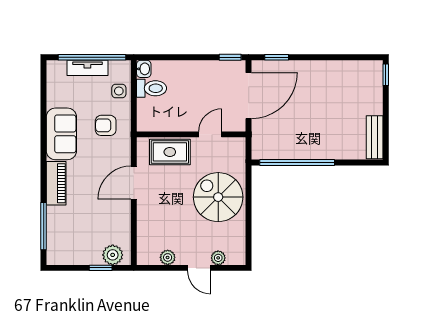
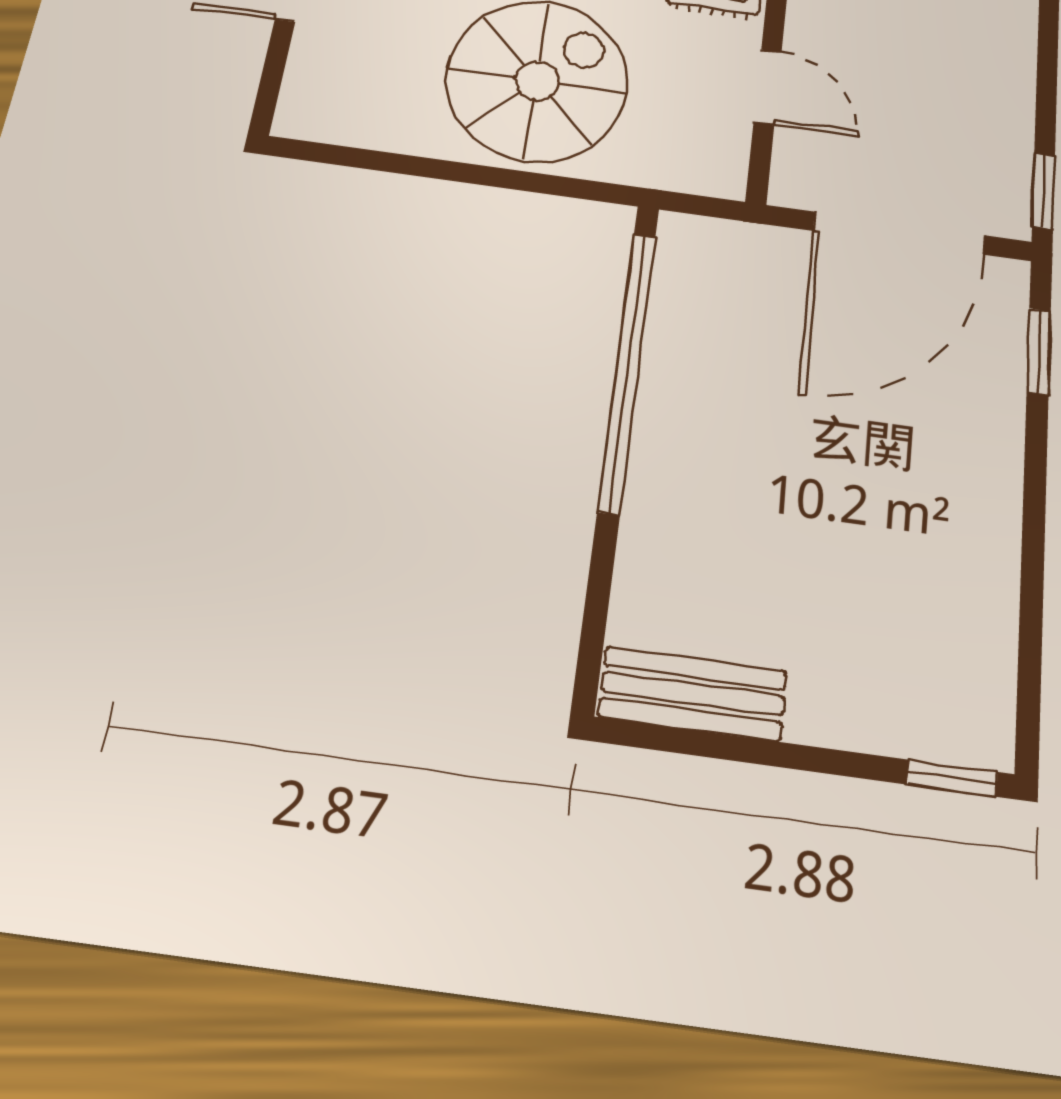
door: (249, 96) -> (899, 233), hinge flipped
plant: (218, 258) -> (316, 50), removed

